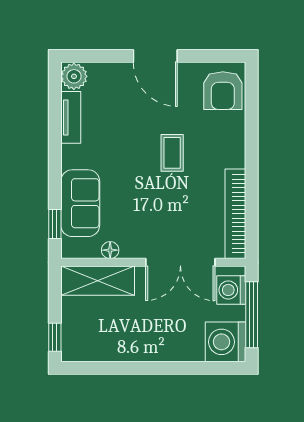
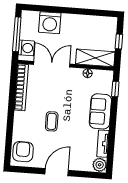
door: (155, 56) -> (57, 172), hinge flipped
sofa: (80, 203) -> (100, 111), moved
window: (55, 337) -> (119, 42), moved
washing machine: (226, 342) -> (50, 23), moved, turned 90

